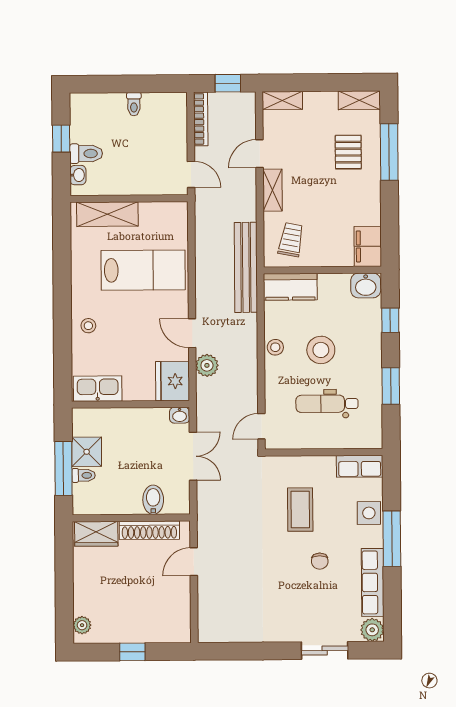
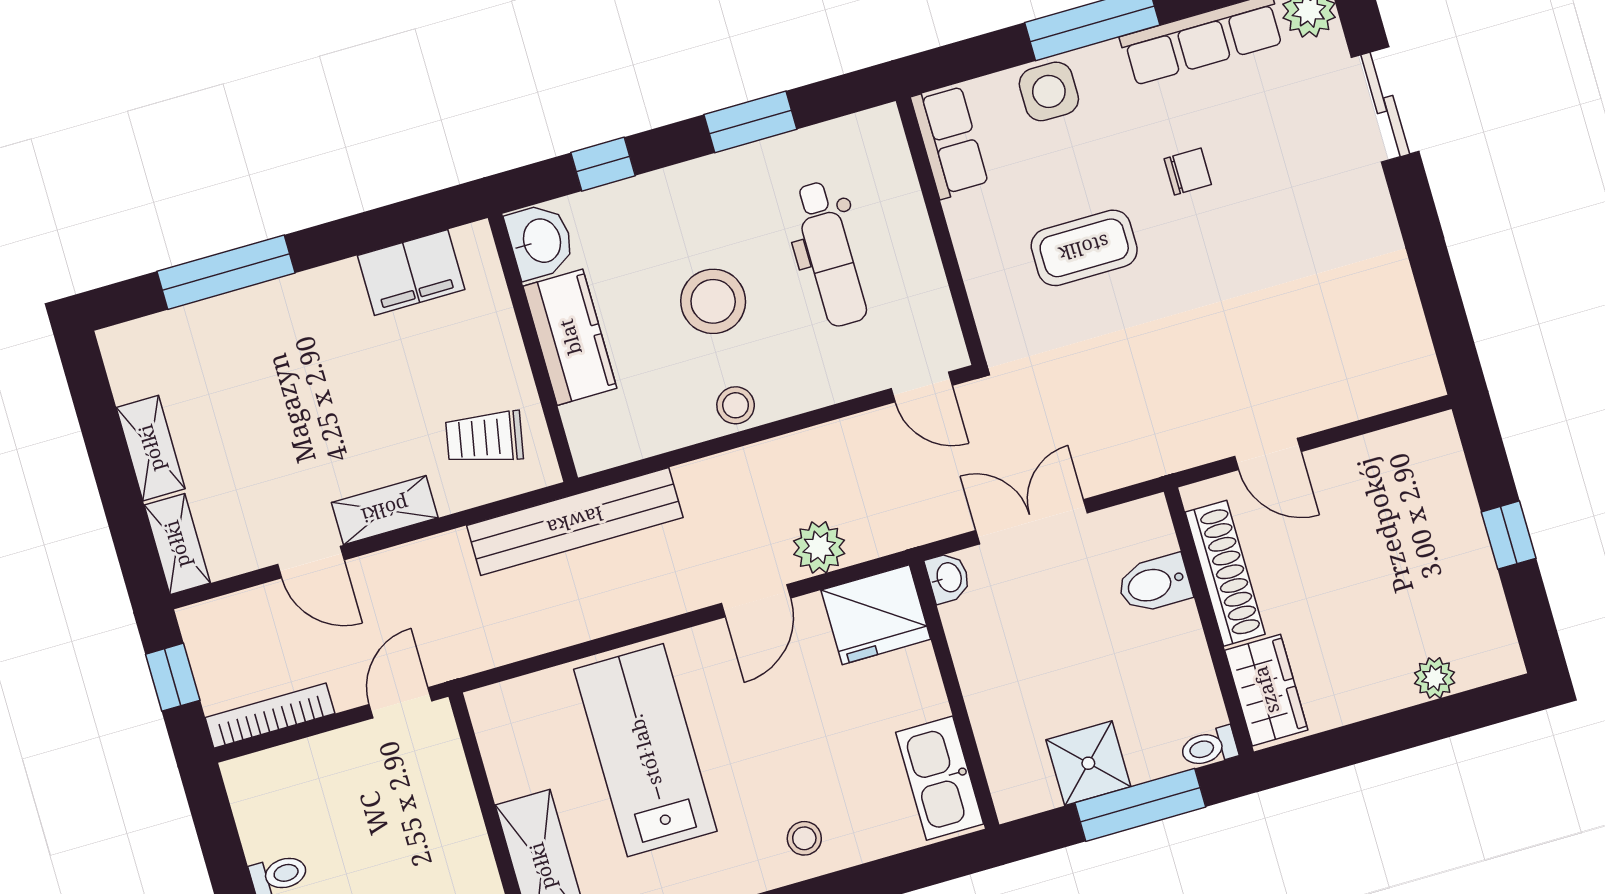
shelving: (359, 100) -> (151, 448), moved
pallet: (348, 152) -> (252, 364), removed
filing cabinet: (368, 246) -> (411, 273), moved
kitchen counter: (290, 287) -> (570, 337), moved
toilet: (84, 475) -> (1209, 747), moved, turned -90
plant: (82, 625) -> (1435, 678), moved

